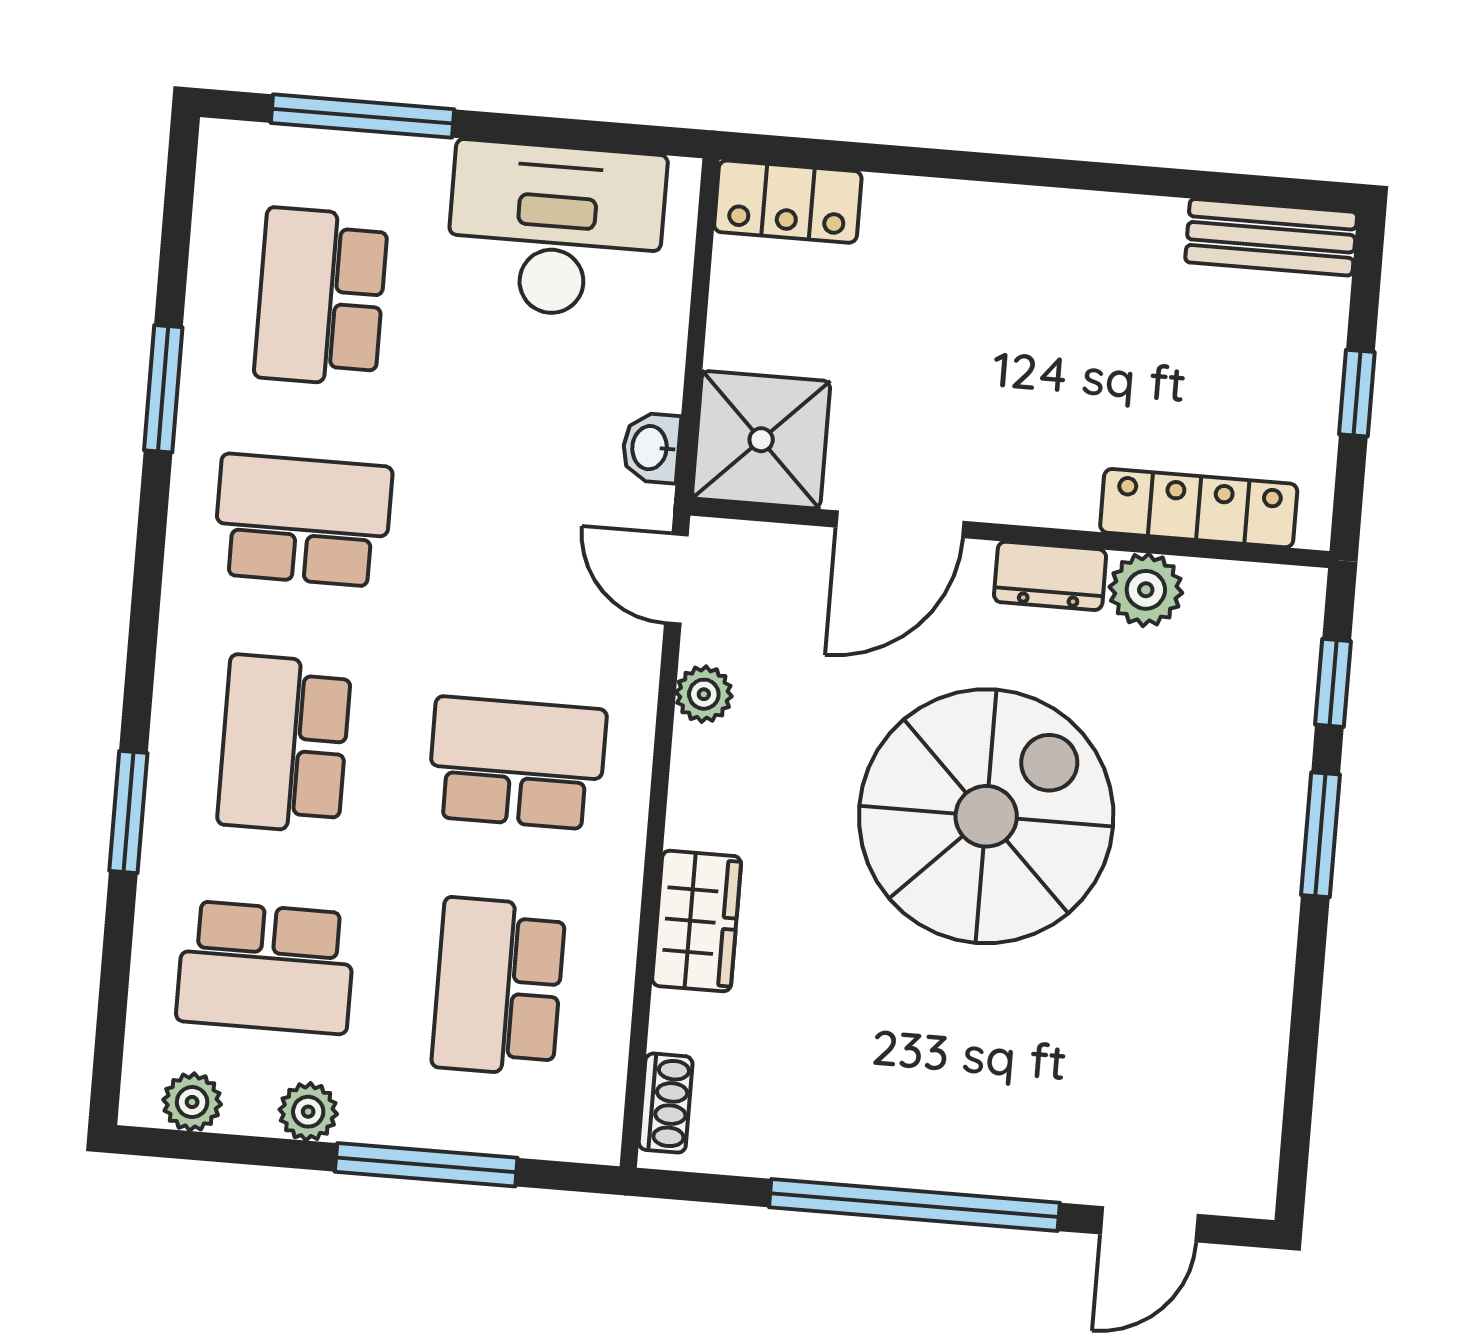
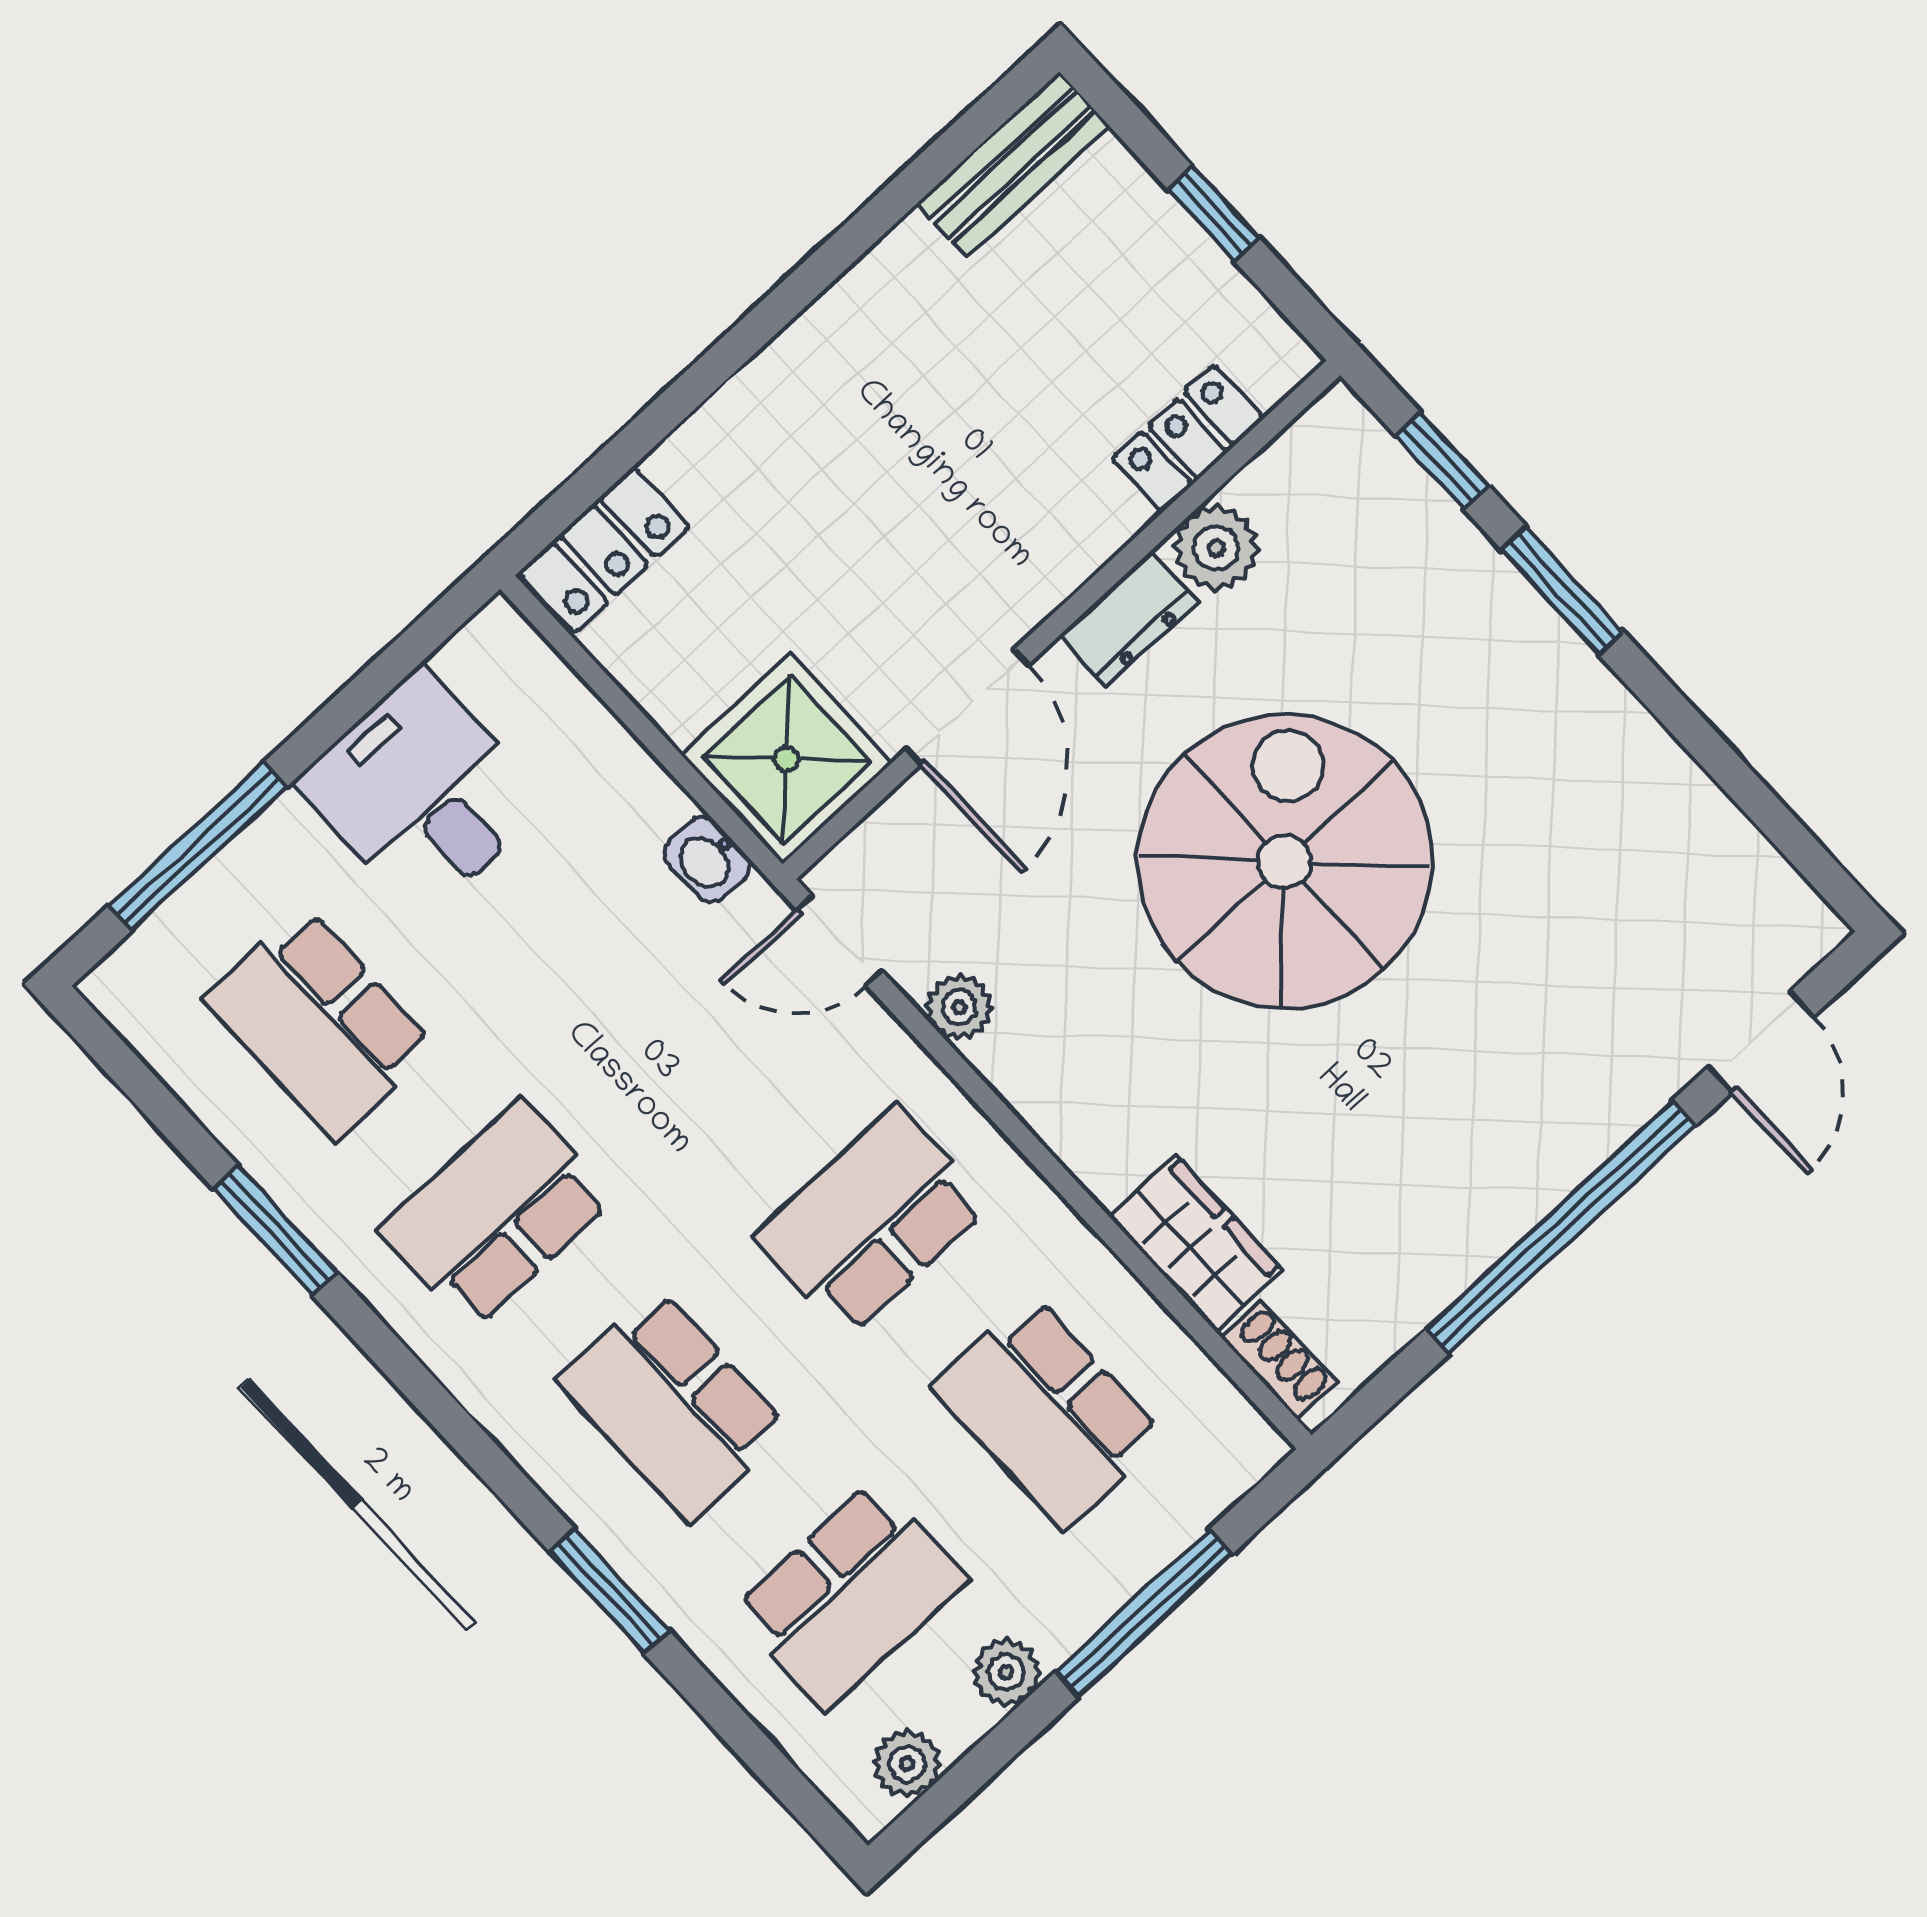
desk: (556, 230) -> (422, 793), width x0.73
locker: (1199, 508) -> (1188, 439), width x0.66
wardrobe: (697, 921) -> (1196, 1244), moved

